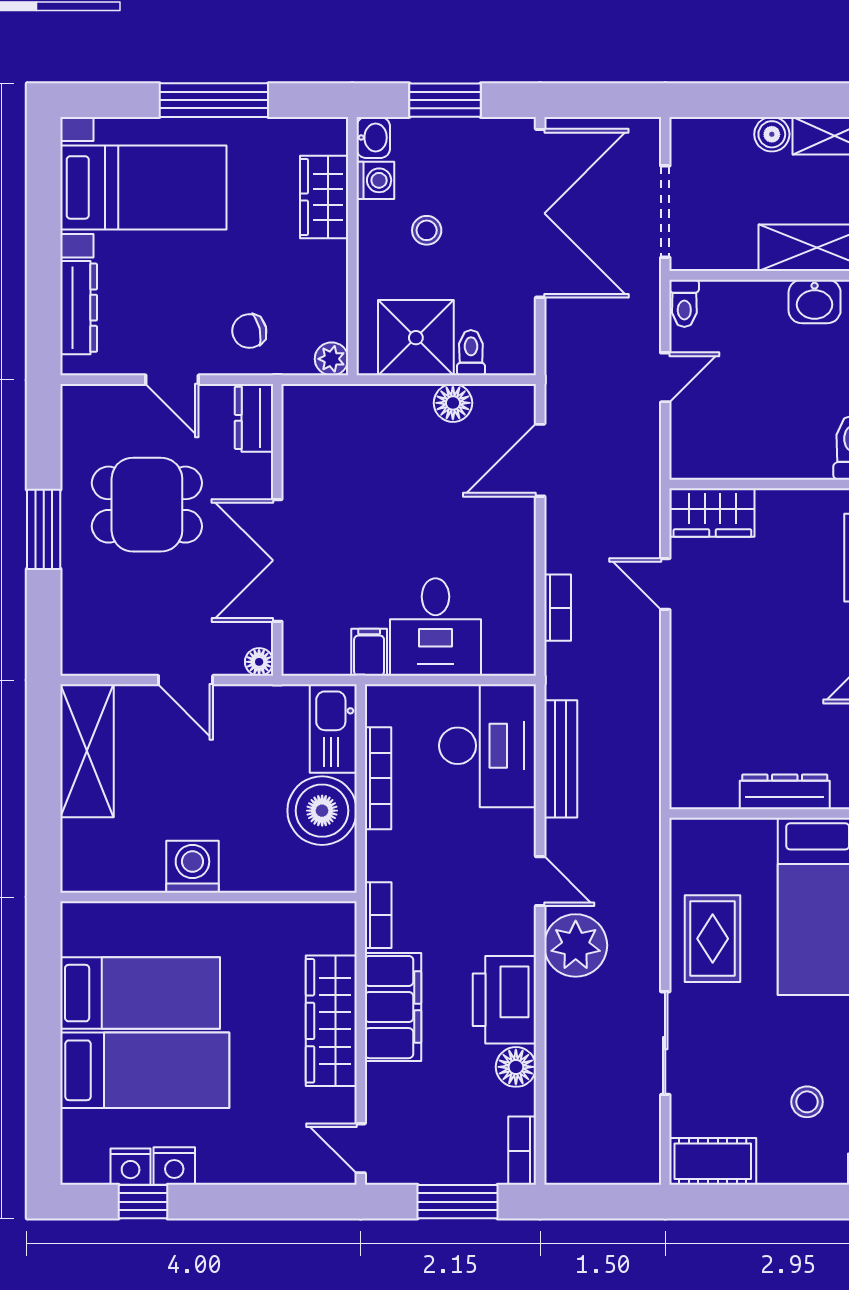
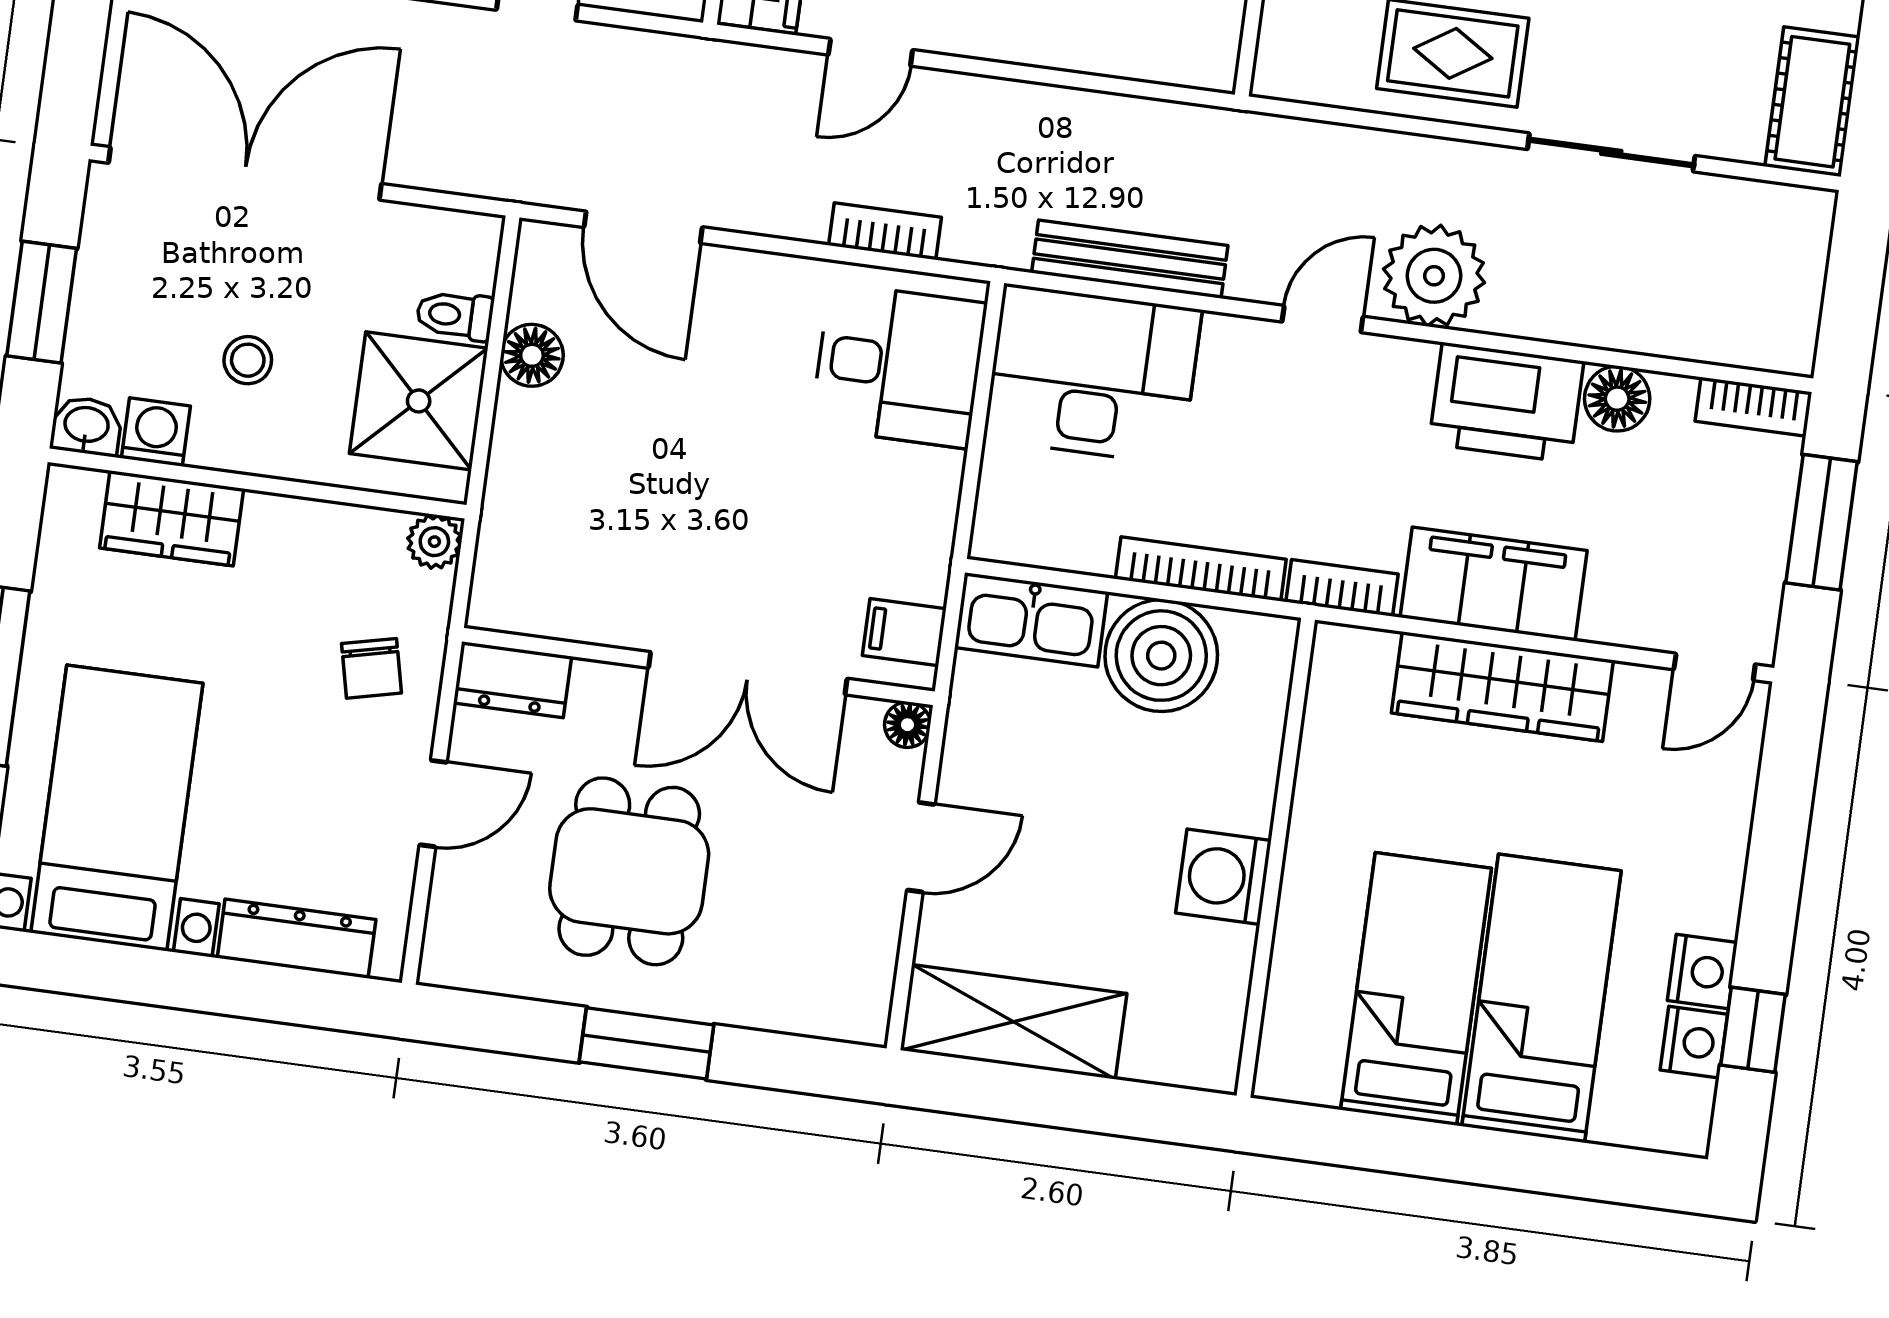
desk: (435, 627) -> (899, 366), moved
filing cabinet: (369, 652) -> (904, 632), moved
bookcase: (378, 778) -> (1201, 569), moved

